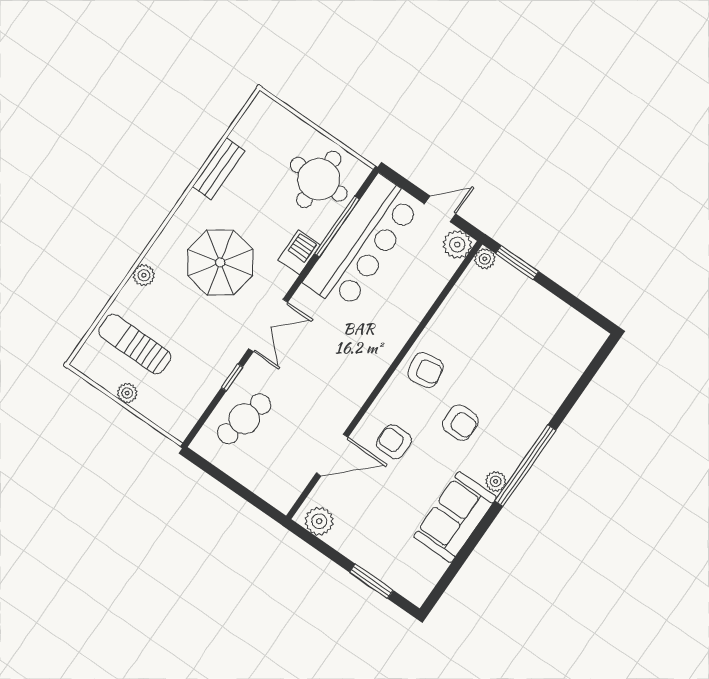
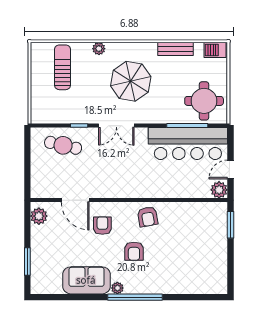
door: (440, 209) -> (230, 170), swing flipped
barbecue: (299, 252) -> (215, 50), moved, turned 180
plant: (485, 259) -> (221, 208), removed
plant: (127, 393) -> (36, 80), removed

